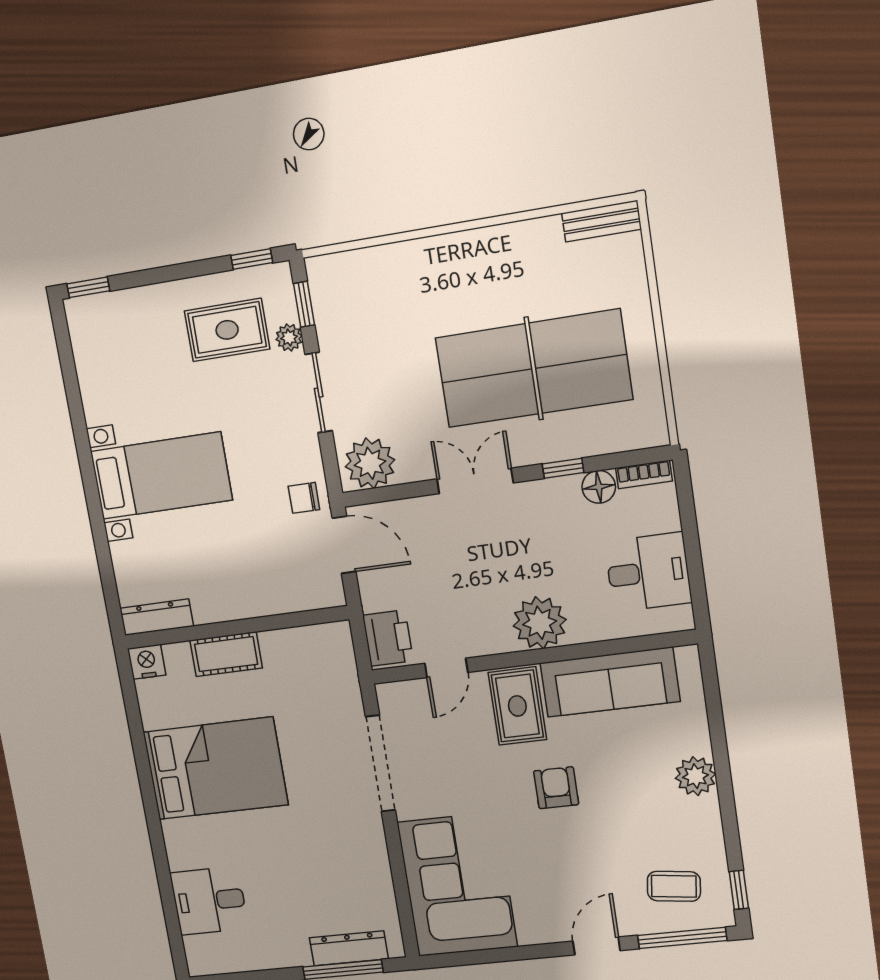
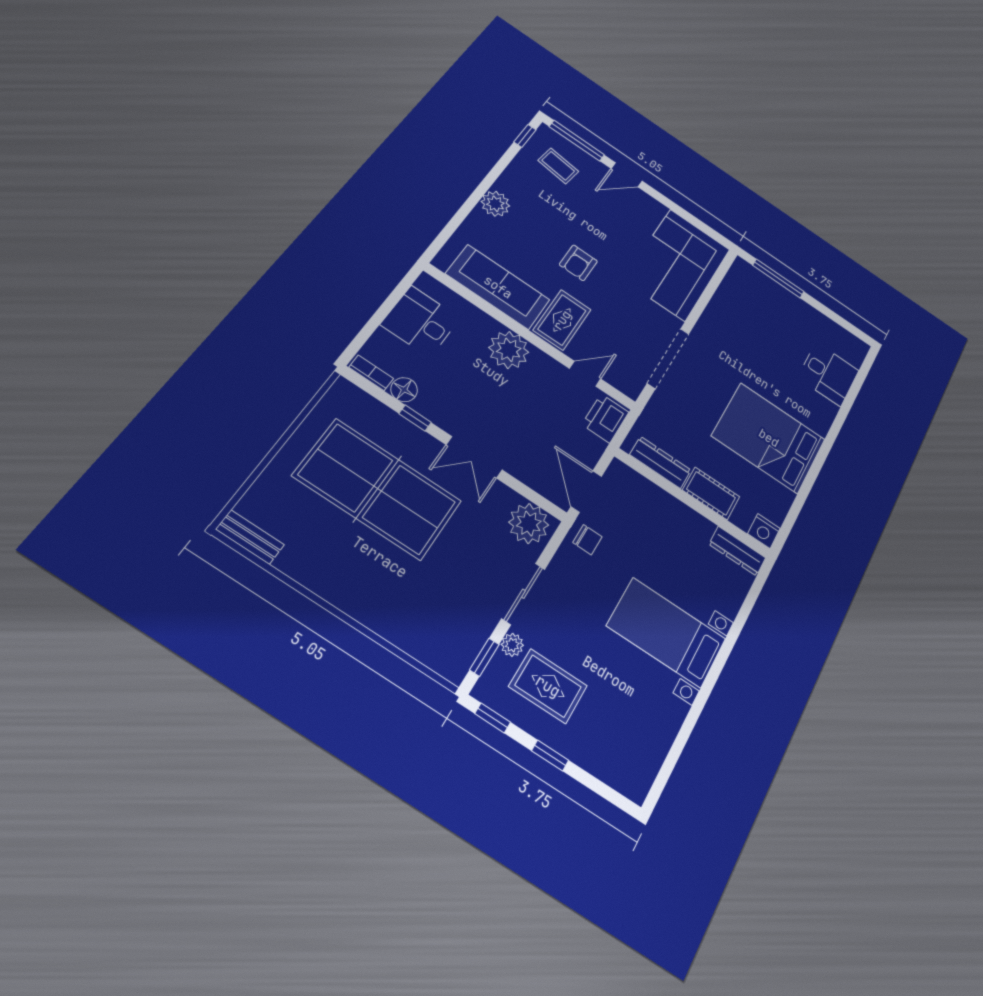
window: (88, 287) -> (550, 755), moved
dresser: (349, 948) -> (660, 462), moved, turned 180

